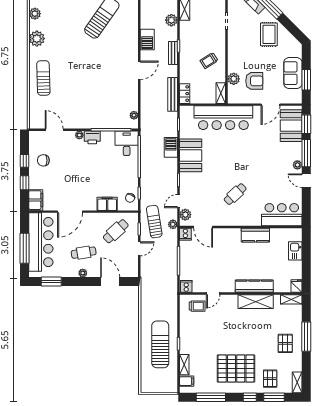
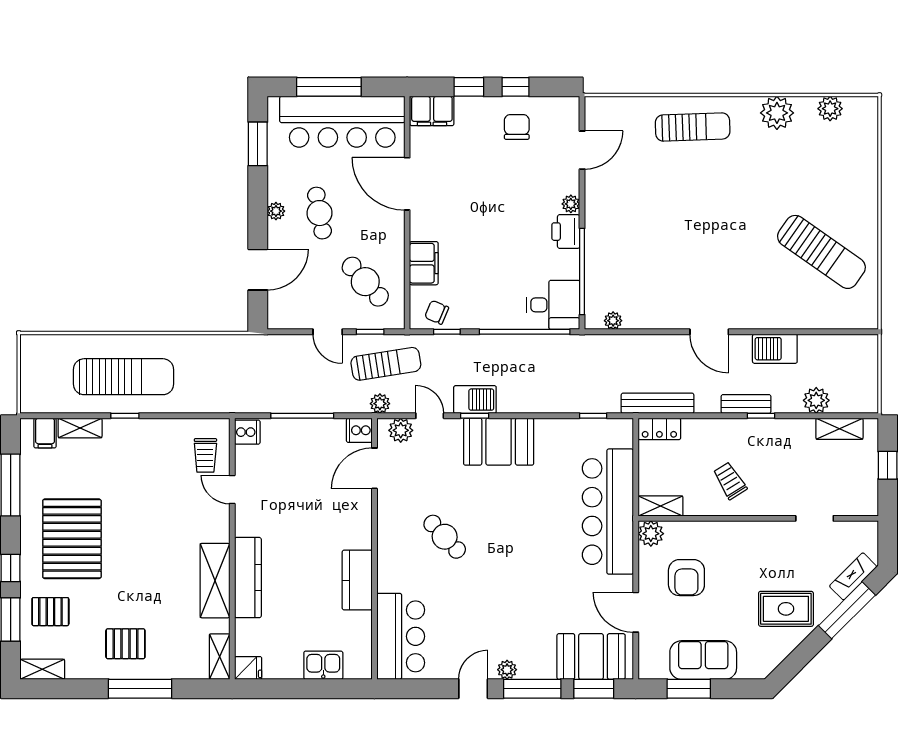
plant: (234, 79) -> (651, 534), moved
barbecue: (171, 147) -> (475, 400), moved
booth: (191, 155) -> (499, 442), moved

